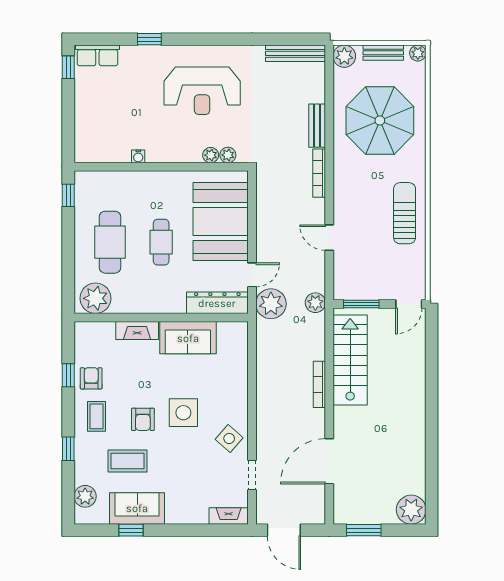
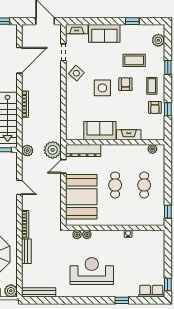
cafe table: (110, 242) -> (144, 185), width x0.73, depth x0.74
plant: (95, 298) -> (152, 149), width x0.53, depth x0.53
sofa: (137, 508) -> (104, 33), moved

